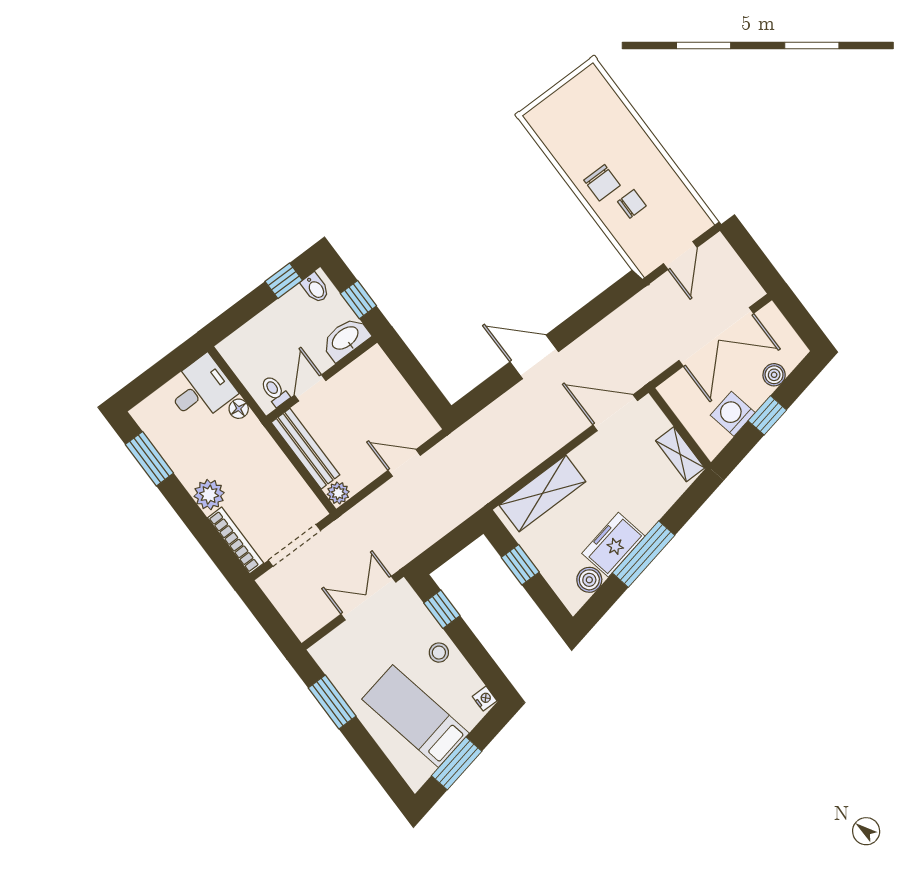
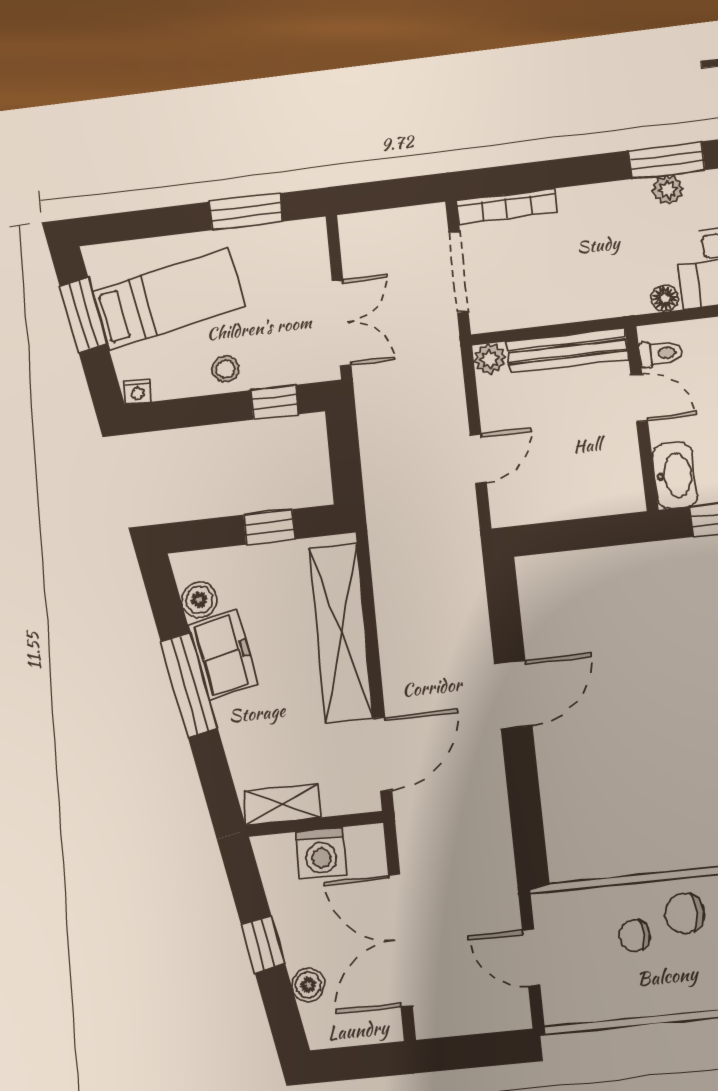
chair: (632, 204) -> (635, 935), turned 90
washing machine: (733, 414) -> (321, 853), moved, turned 101
shelving: (542, 493) -> (341, 632), width x1.47
plant: (209, 495) -> (668, 190), moved, width x0.73, depth x0.73

